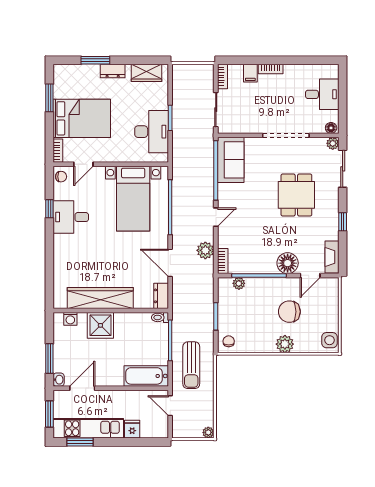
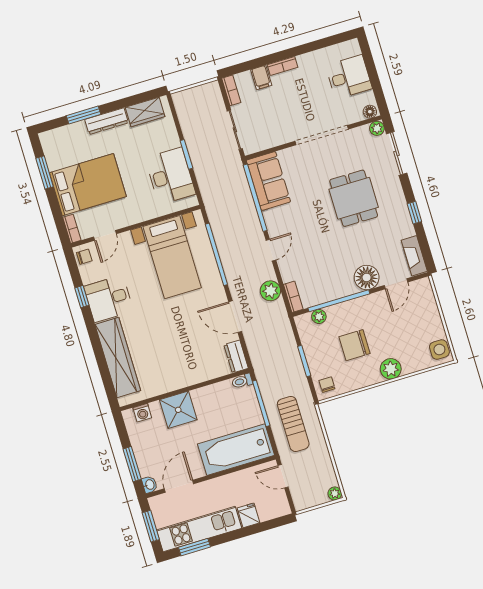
dresser: (113, 71) -> (106, 121), width x1.44
wardrobe: (100, 298) -> (118, 358), moved, turned 90
chair: (289, 312) -> (354, 345), moved
bathtub: (146, 376) -> (236, 450), width x1.36, depth x1.36

